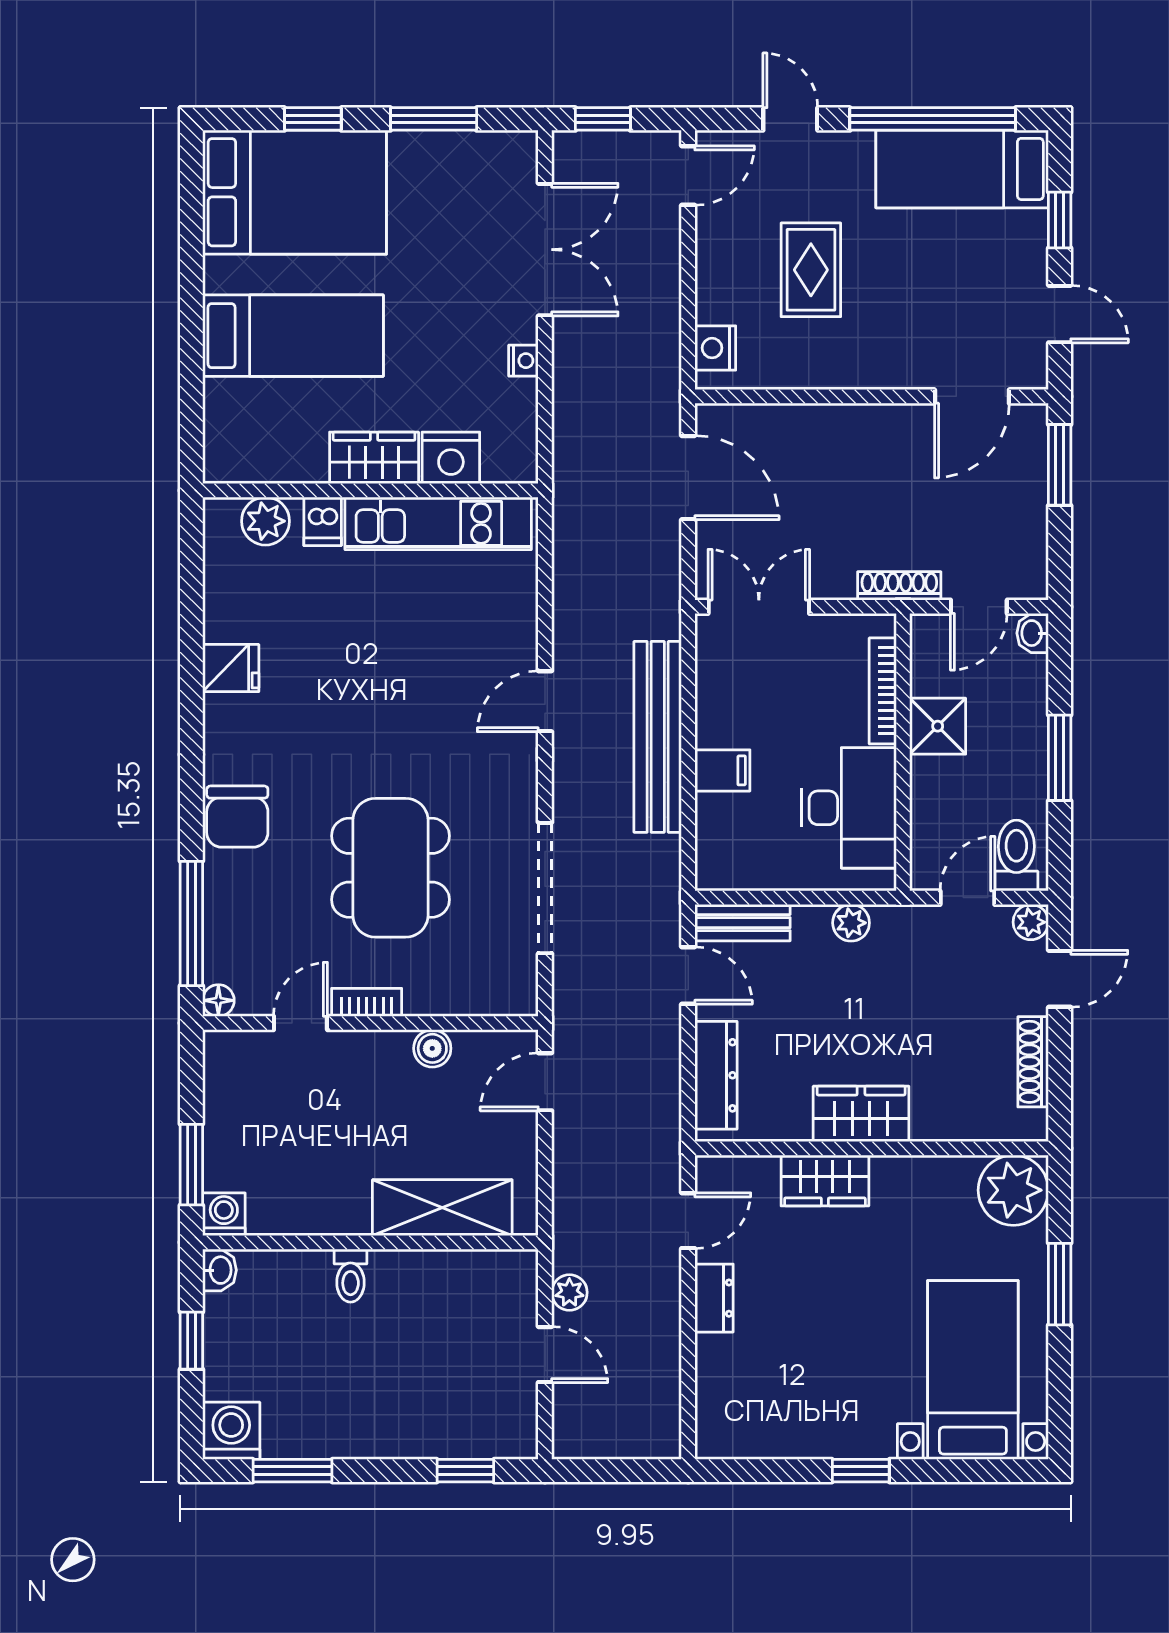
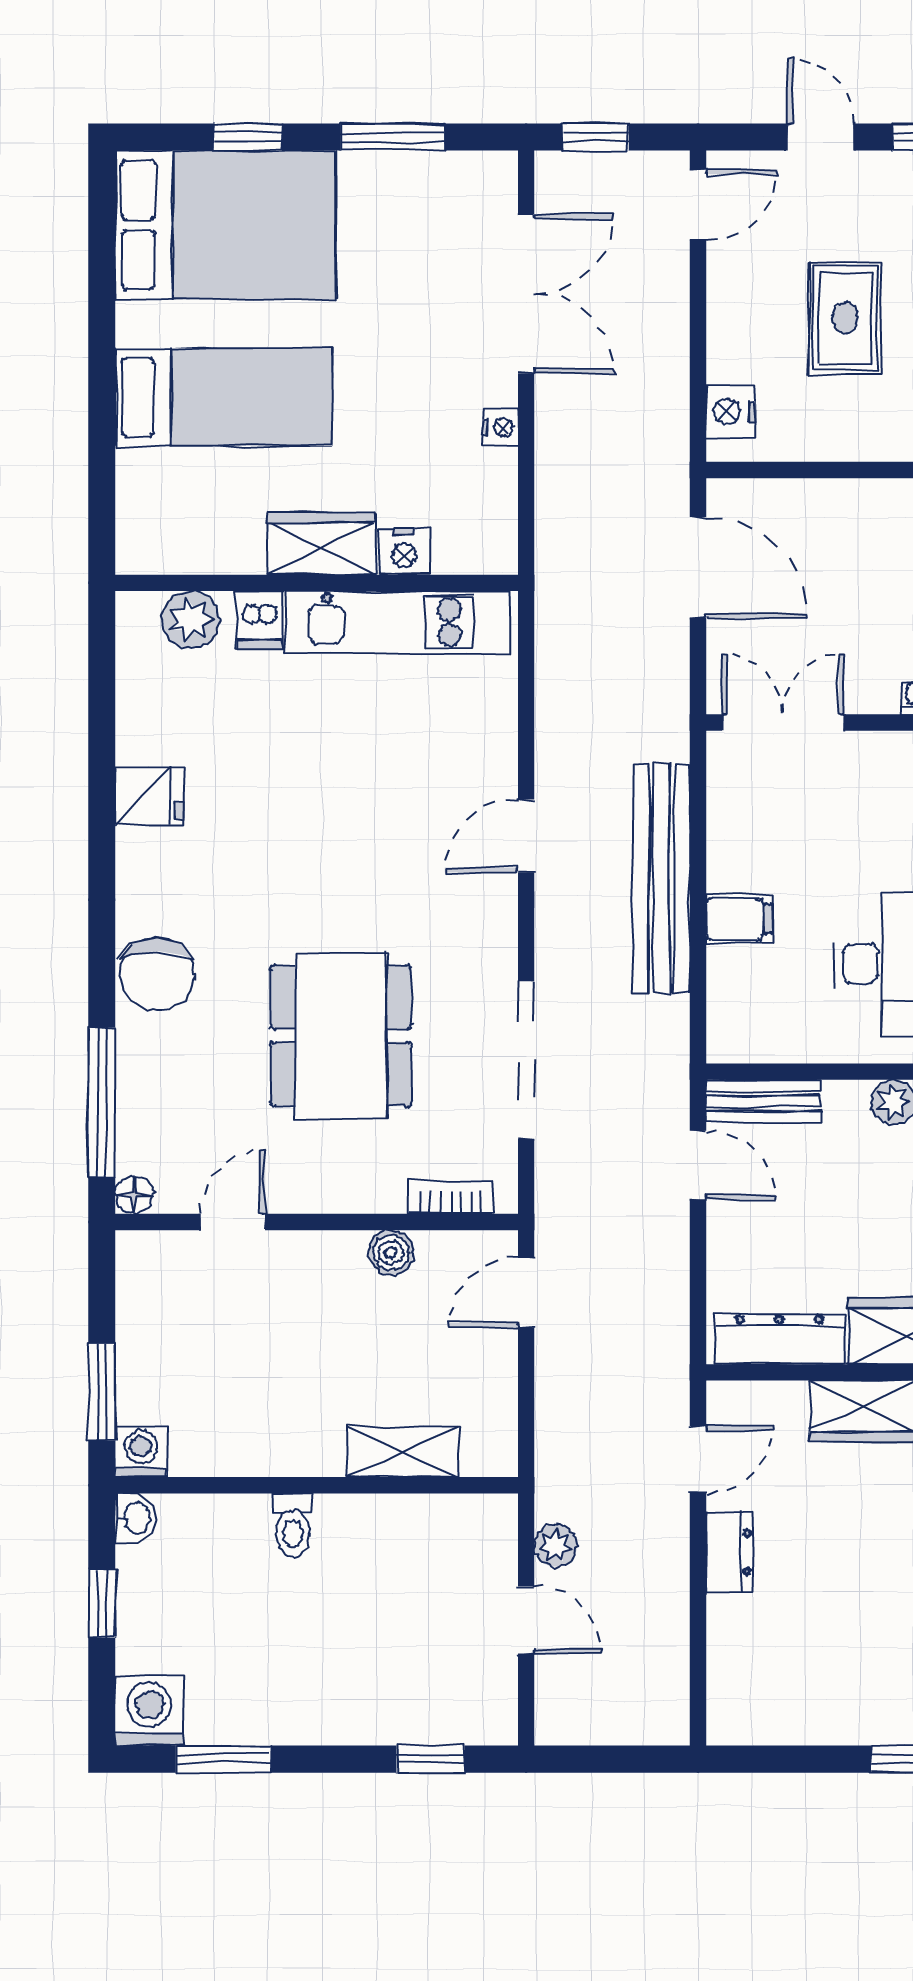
nightstand: (451, 458) -> (404, 551), width x0.74, depth x0.75
bookcase: (367, 1002) -> (451, 1197), moved
dresser: (716, 1075) -> (779, 1339), moved, turned -90
shelving: (442, 1208) -> (403, 1452), width x0.67, depth x0.75

